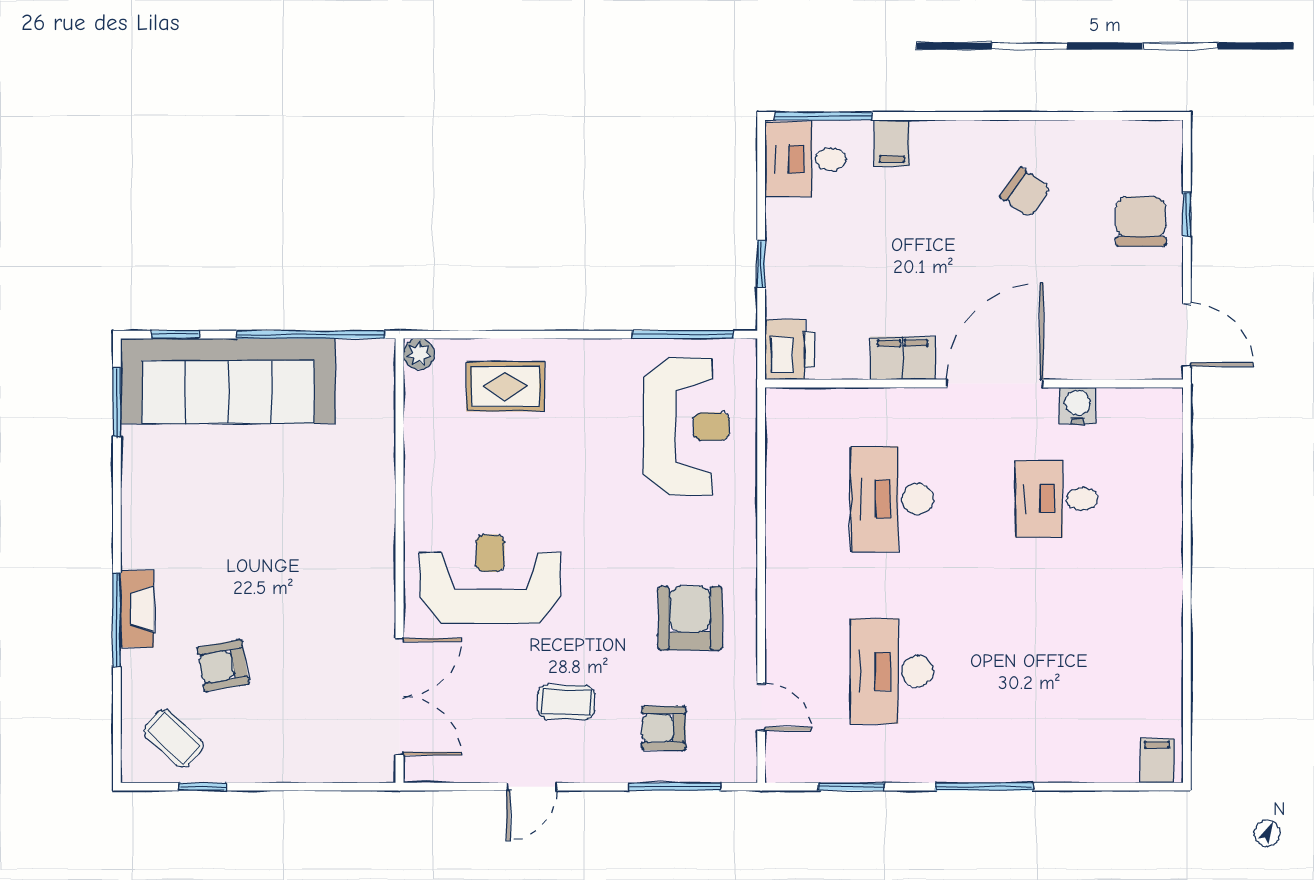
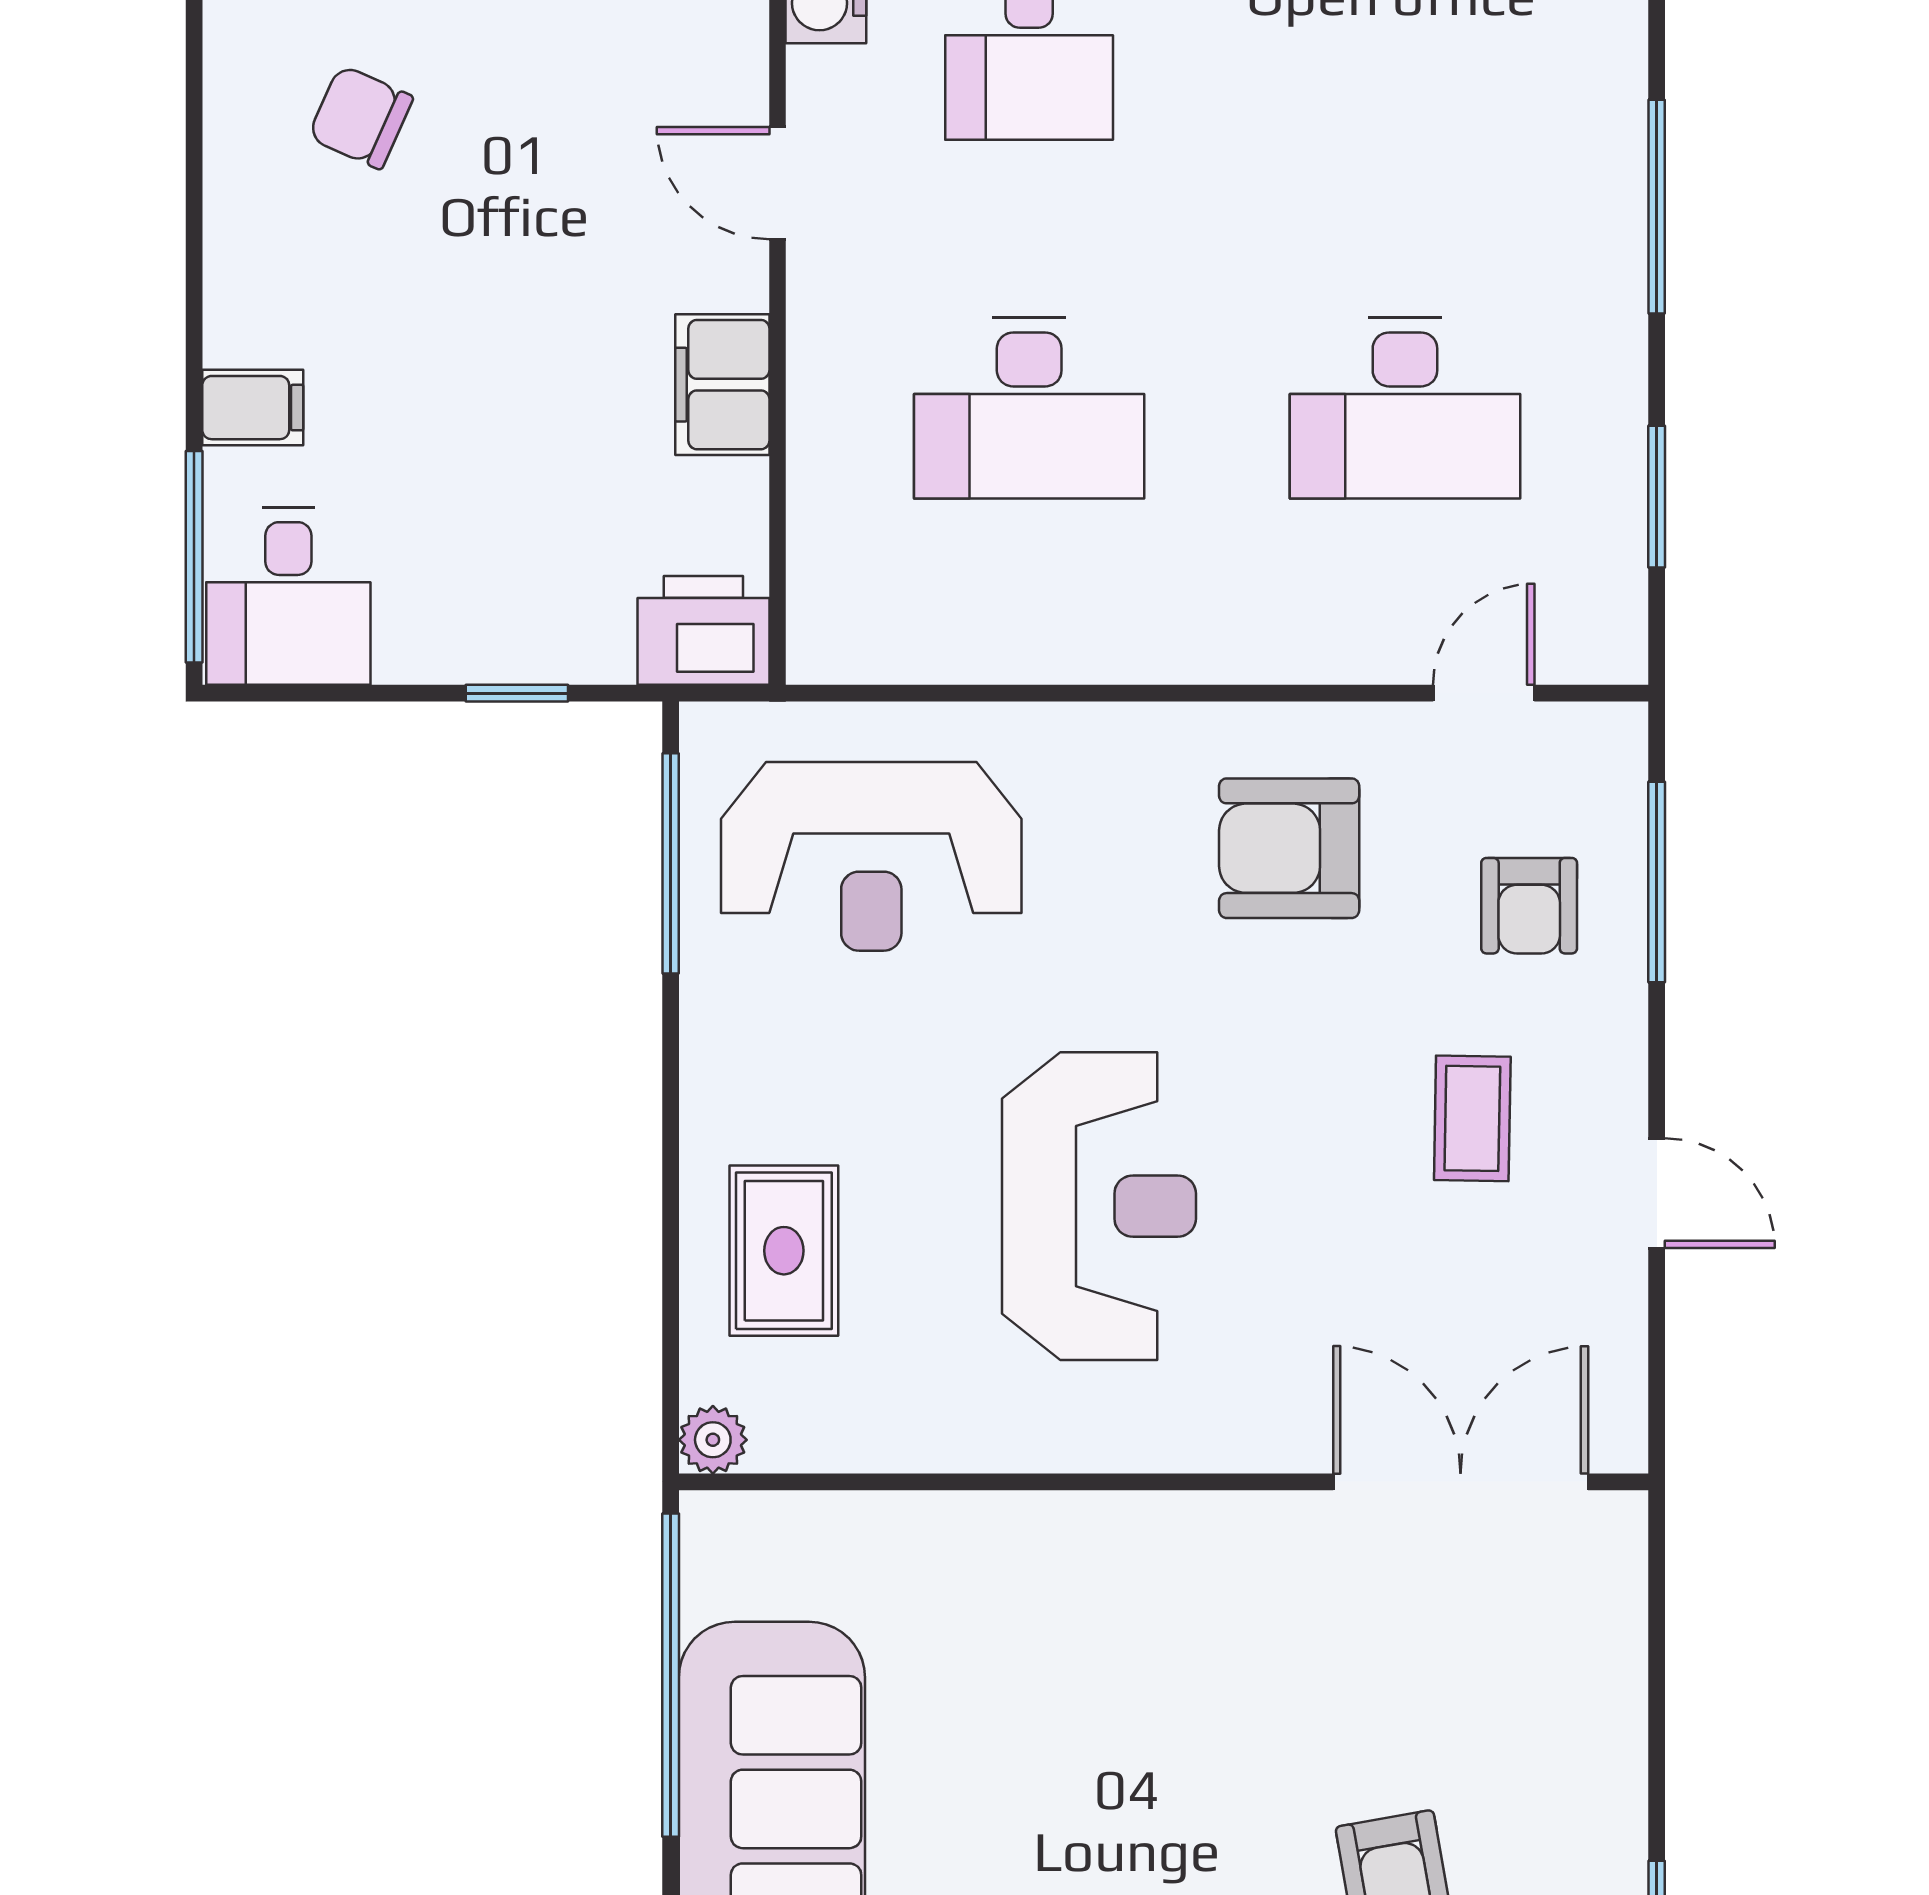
chair: (1025, 192) -> (361, 117), turned -101
door: (995, 384) -> (777, 183), width x0.53
reception desk: (686, 427) -> (871, 856), turned 180
reception desk: (490, 579) -> (1099, 1206), moved, turned 180

